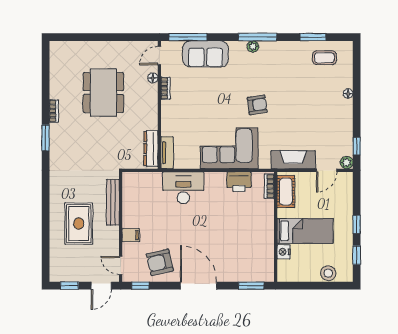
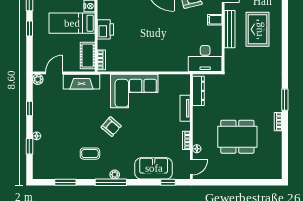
window: (188, 37) -> (168, 182), width x0.46
coffee table: (324, 58) -> (90, 154), moved
window: (357, 81) -> (29, 146), added
dining table: (103, 93) -> (237, 137), turned 90
armchair: (257, 105) -> (111, 127), turned -131
window: (357, 146) -> (29, 108), moved
tv unit: (167, 153) -> (185, 108), moved
printer: (239, 182) -> (105, 29), moved, turned 90
desk: (183, 188) -> (205, 59), moved
bench: (113, 202) -> (230, 29), moved

